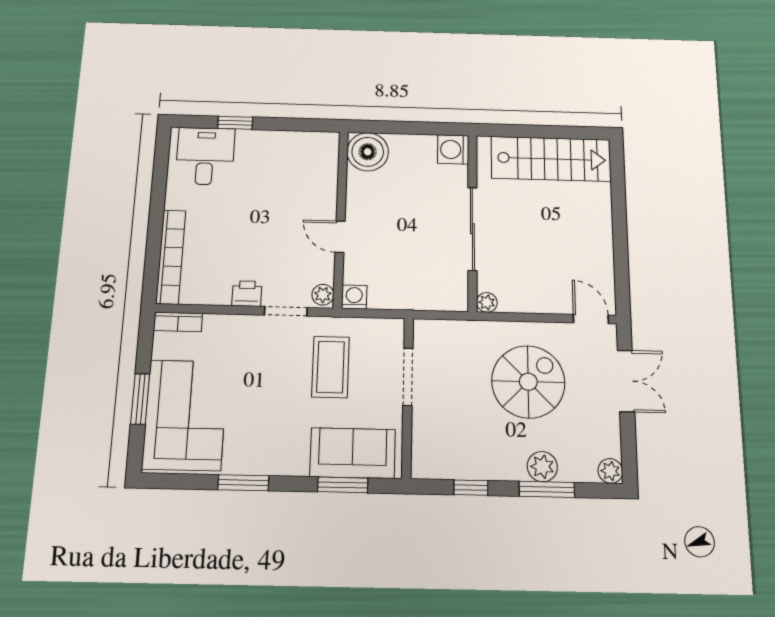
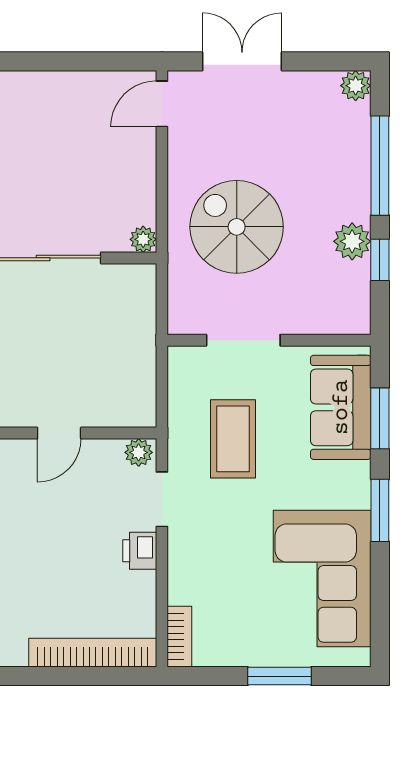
washing machine: (354, 297) -> (141, 412), removed
coffee table: (331, 367) -> (233, 439), turned 90
spiral stairs: (528, 382) -> (237, 227), moved
corner sofa: (185, 415) -> (322, 579), moved, turned -90
plant: (542, 467) -> (352, 241), moved
window: (243, 483) -> (380, 510), moved
window: (547, 489) -> (380, 166), width x1.44

